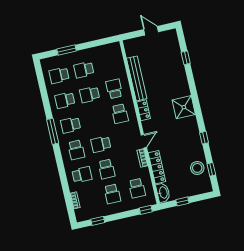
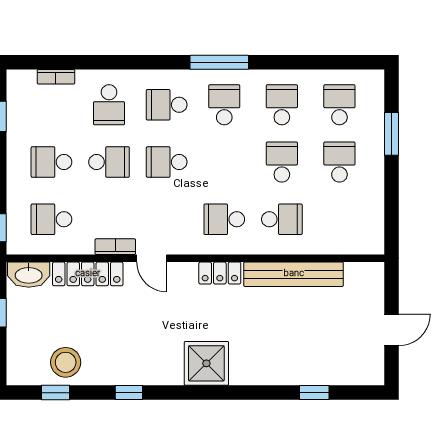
school desk: (101, 144) -> (167, 162), turned -90
school desk: (107, 169) -> (109, 162), turned 180

